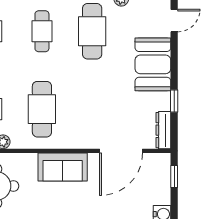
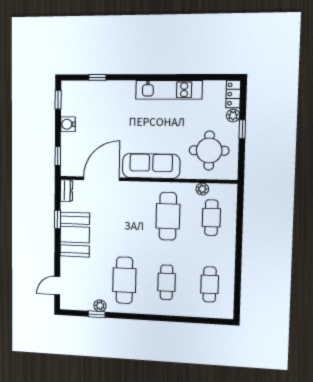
booth: (153, 64) -> (75, 235), moved
dresser: (163, 130) -> (66, 191), width x0.70
sofa: (63, 167) -> (151, 166), width x1.36

